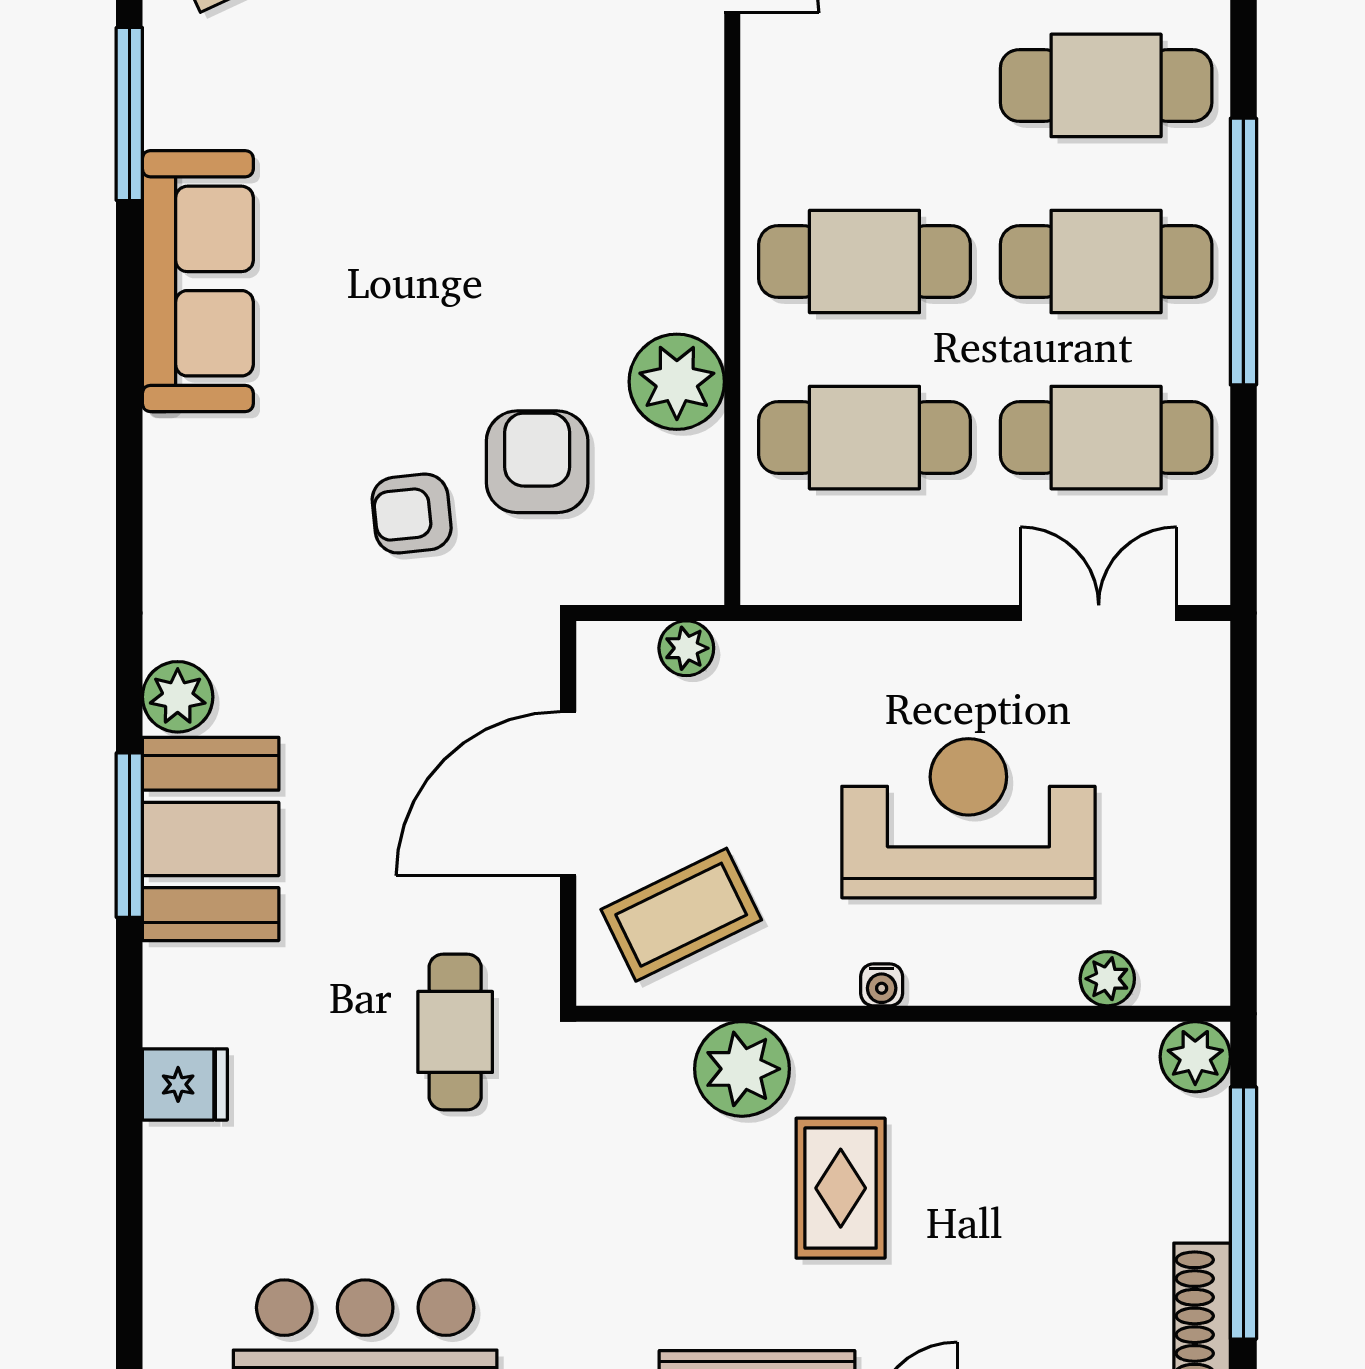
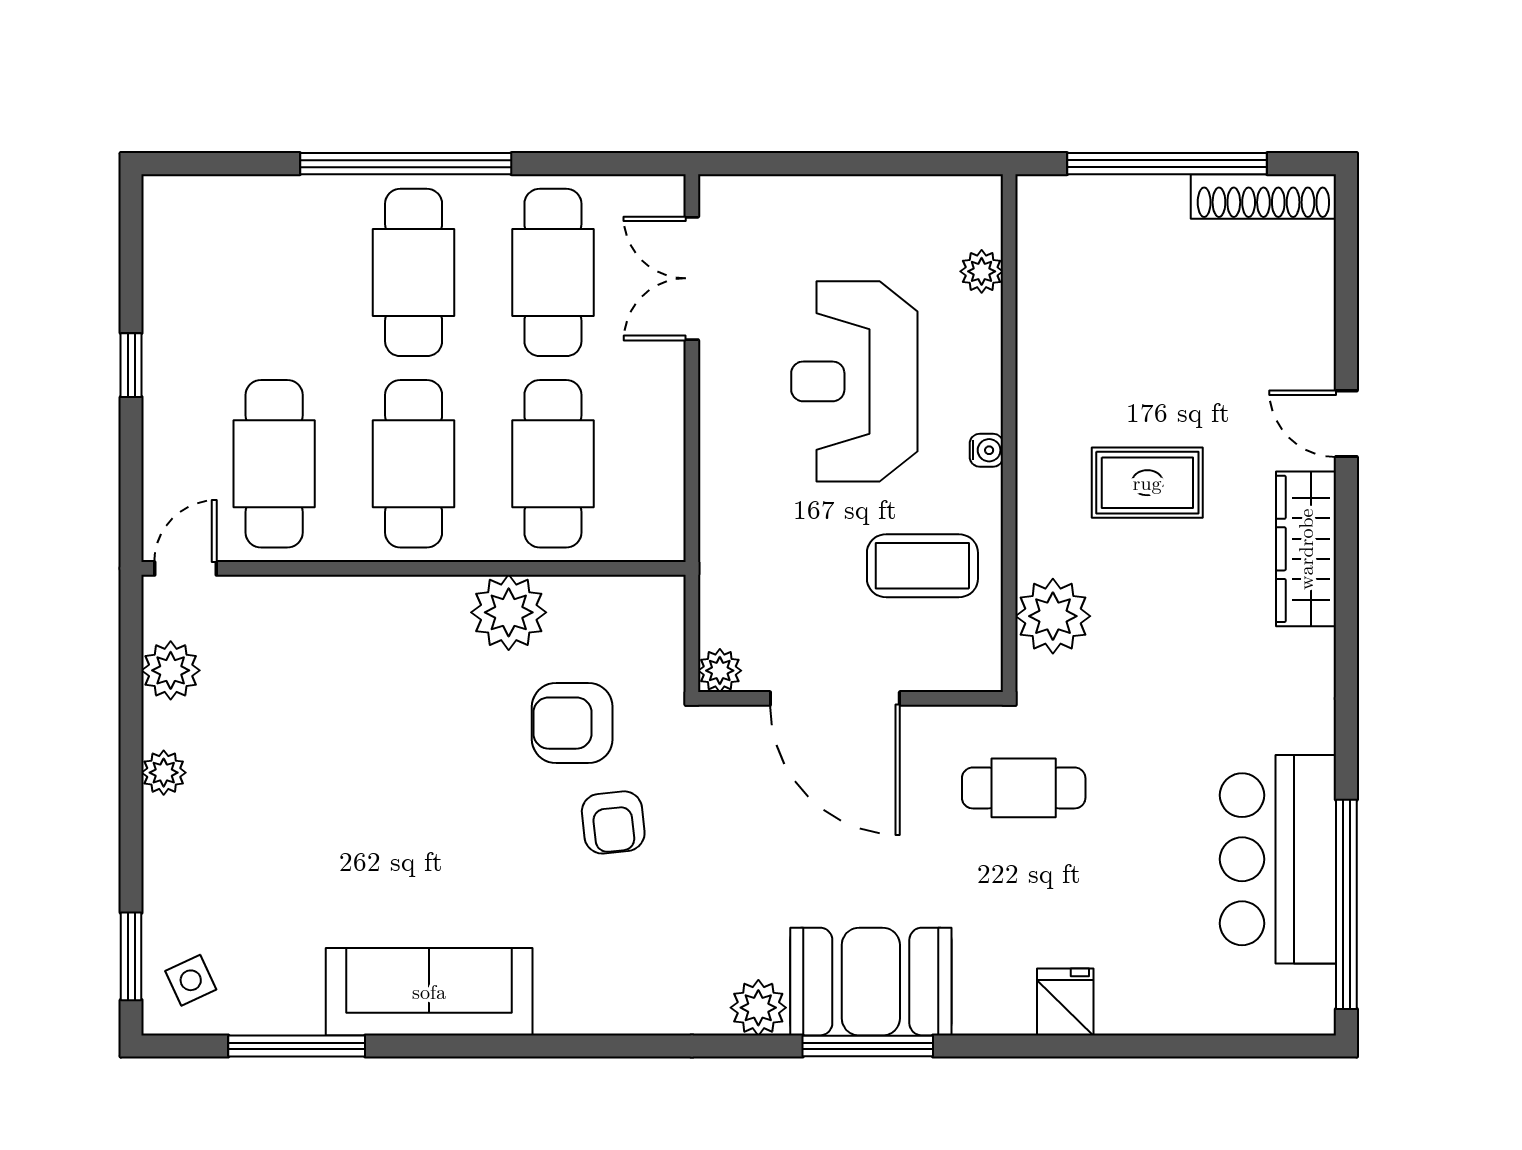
cafe table: (1106, 85) -> (274, 464), moved
plant: (686, 648) -> (720, 671), moved
coffee table: (681, 915) -> (922, 566), moved, turned -64
plant: (1195, 1057) -> (1043, 202), removed
plant: (742, 1069) -> (1053, 616), moved

